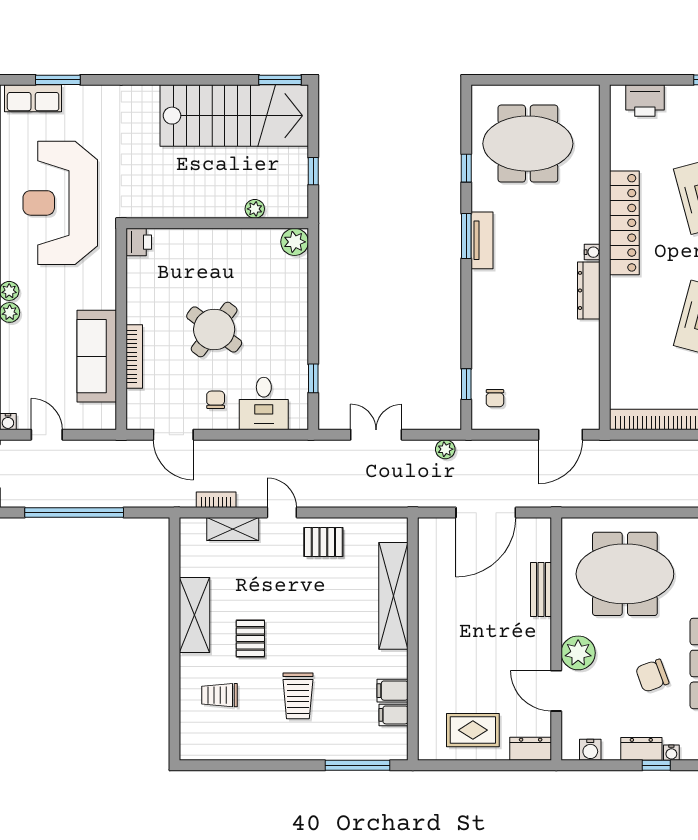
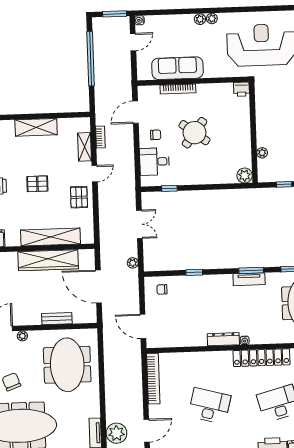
window: (466, 384) -> (194, 272), moved
wardrobe: (435, 602) -> (48, 260), added
pallet: (250, 638) -> (37, 184), moved
plant: (578, 653) -> (22, 336), width x0.53, depth x0.53

